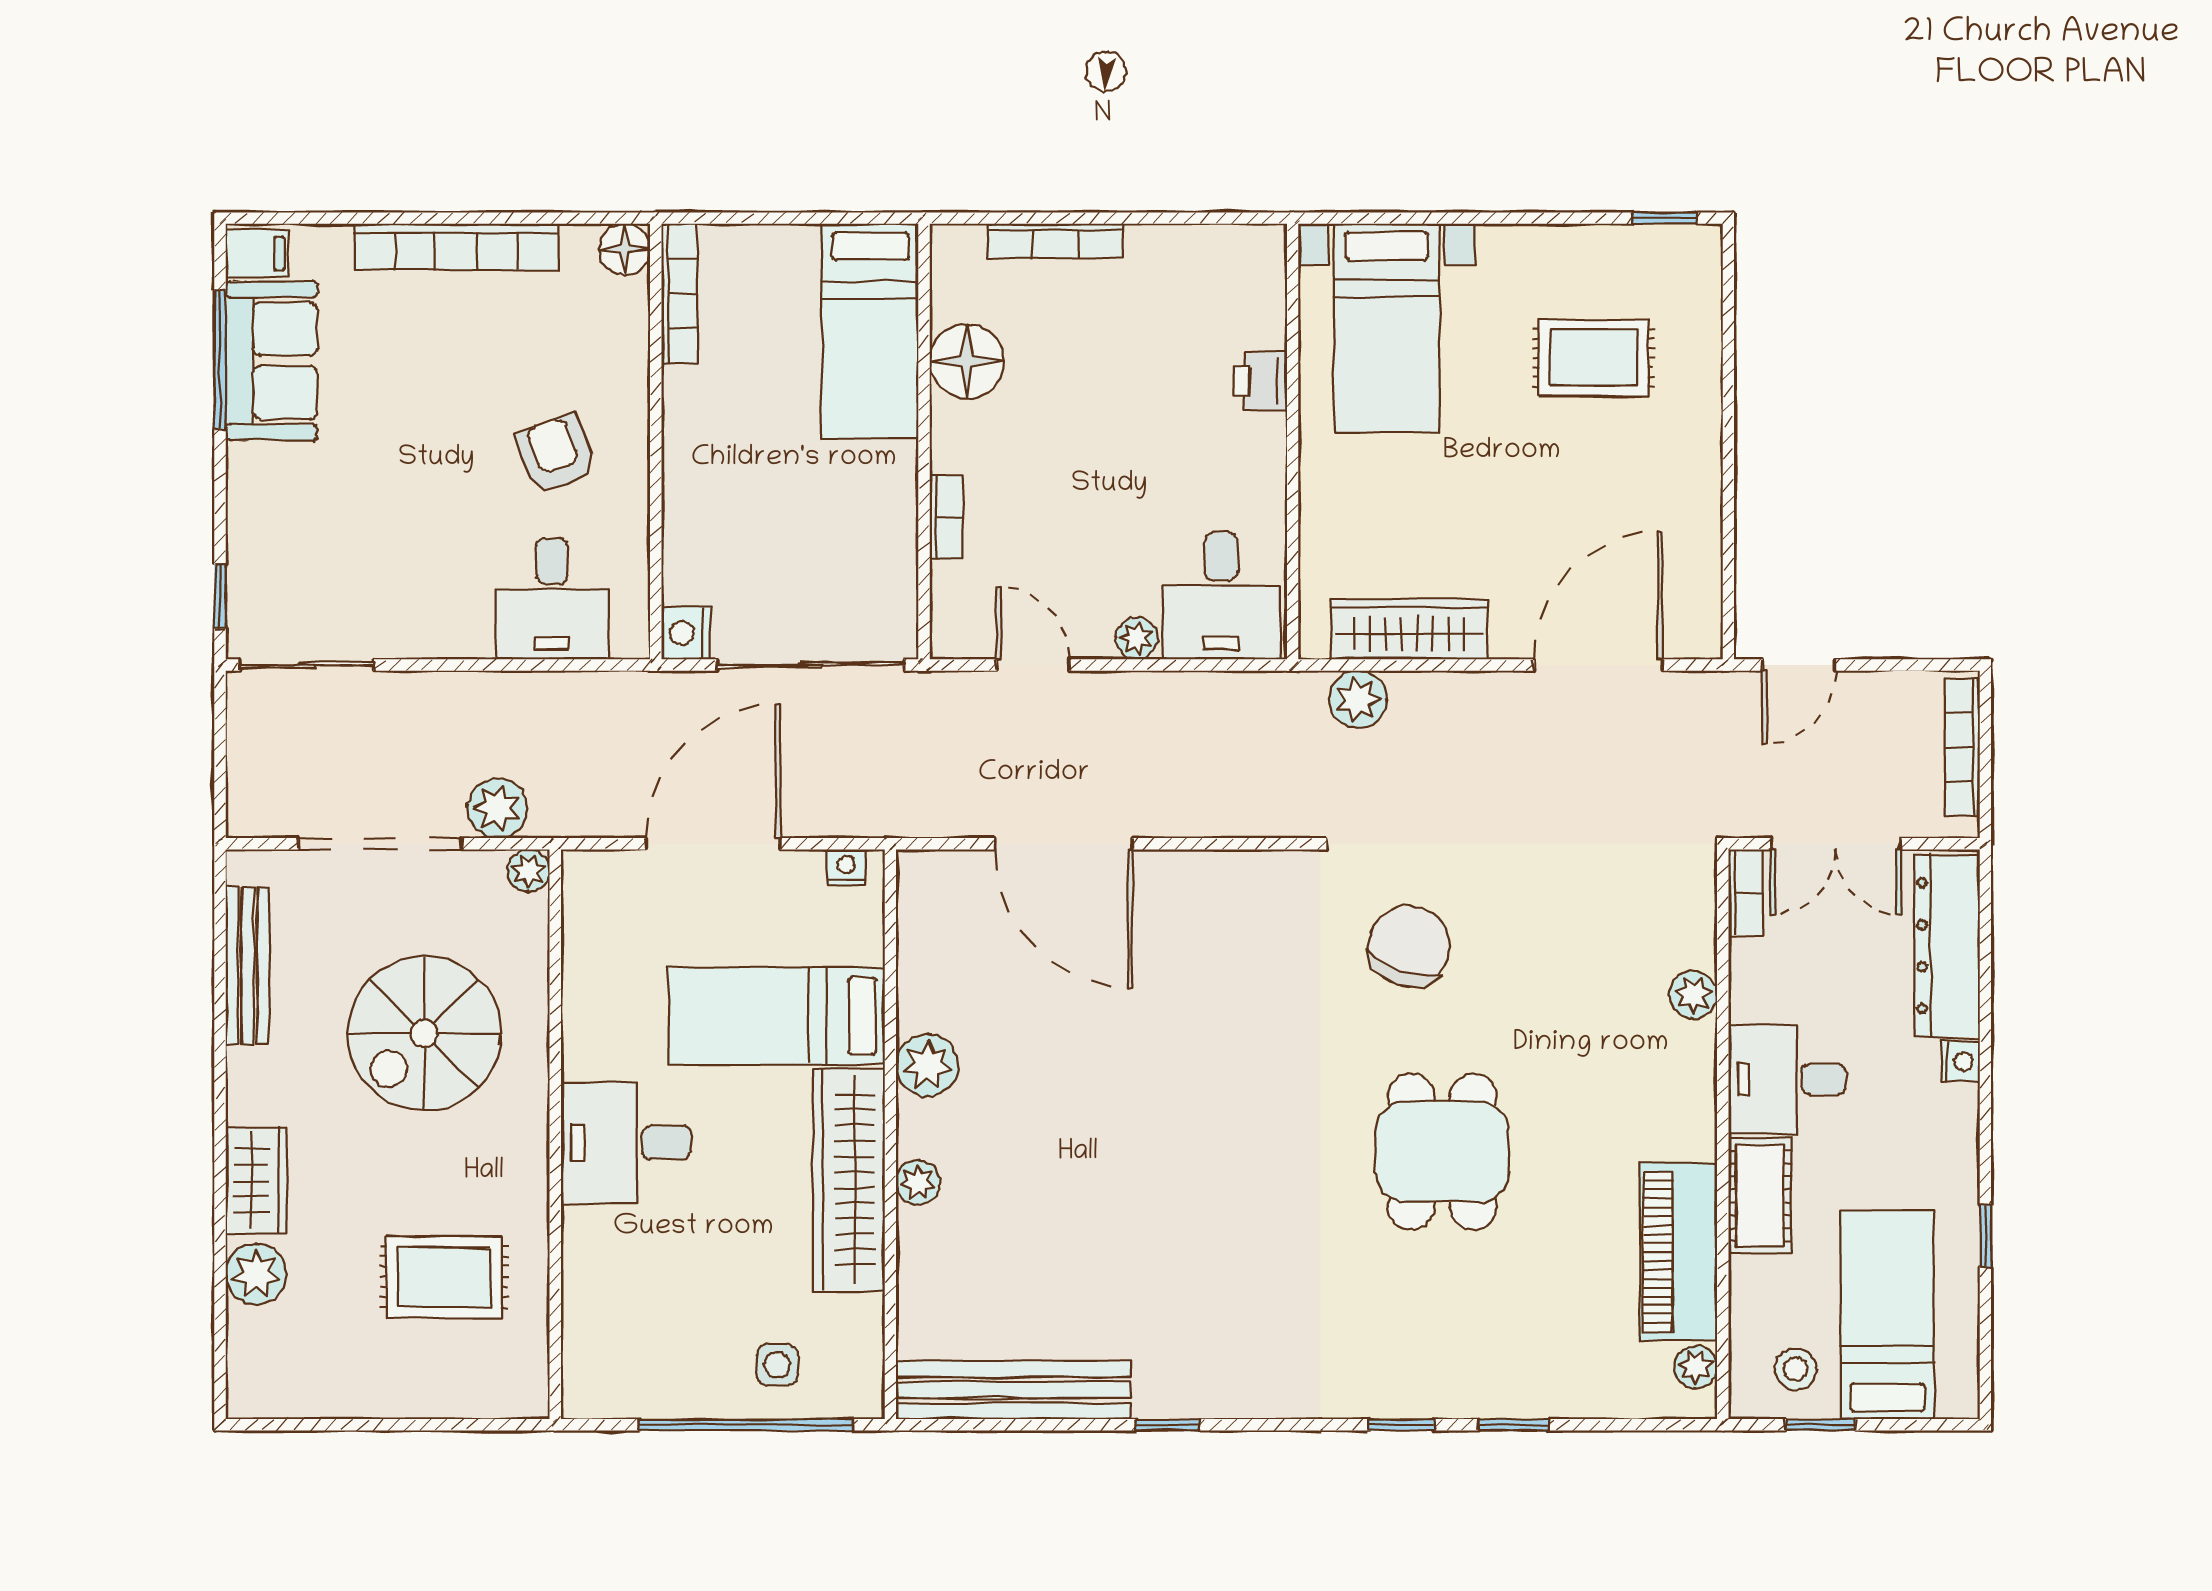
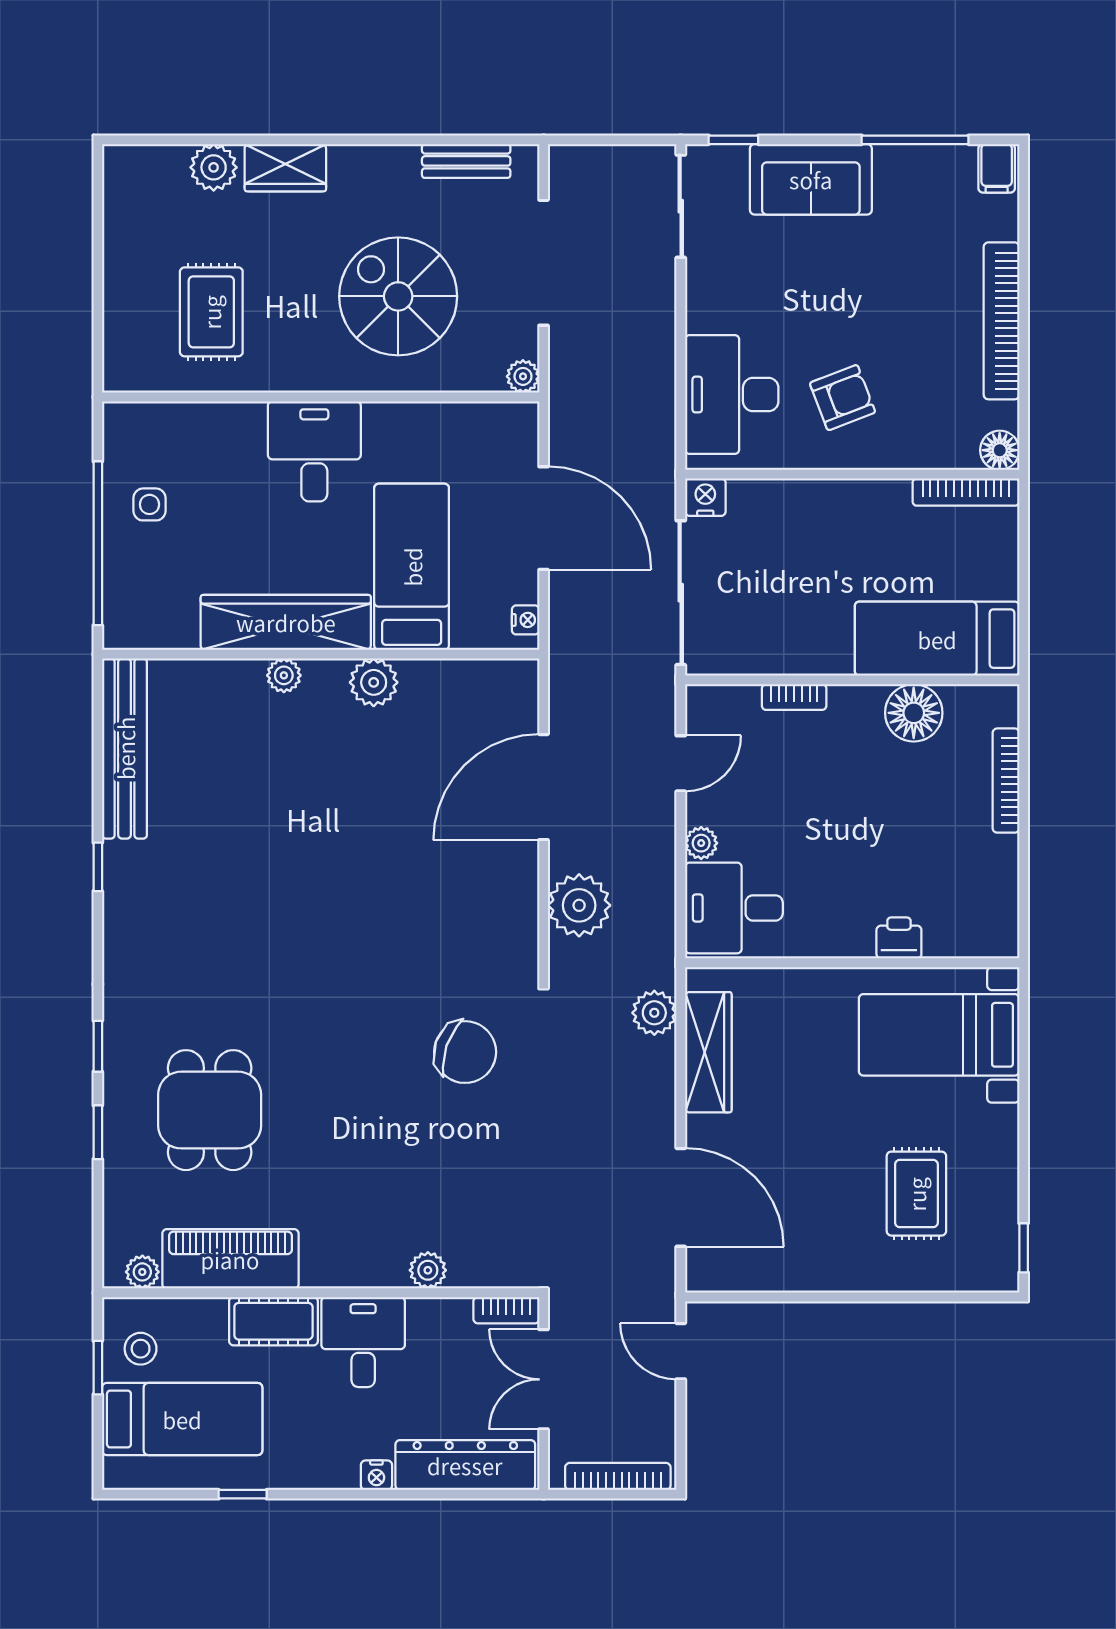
sofa: (271, 361) -> (811, 179), moved
desk: (552, 599) -> (732, 395), width x1.37
plant: (497, 808) -> (579, 905), moved, width x1.36, depth x1.36
bench: (248, 966) -> (466, 161), width x0.73
dining table: (1442, 1152) -> (210, 1110), moved, turned 90
side table: (777, 1365) -> (150, 504), moved

